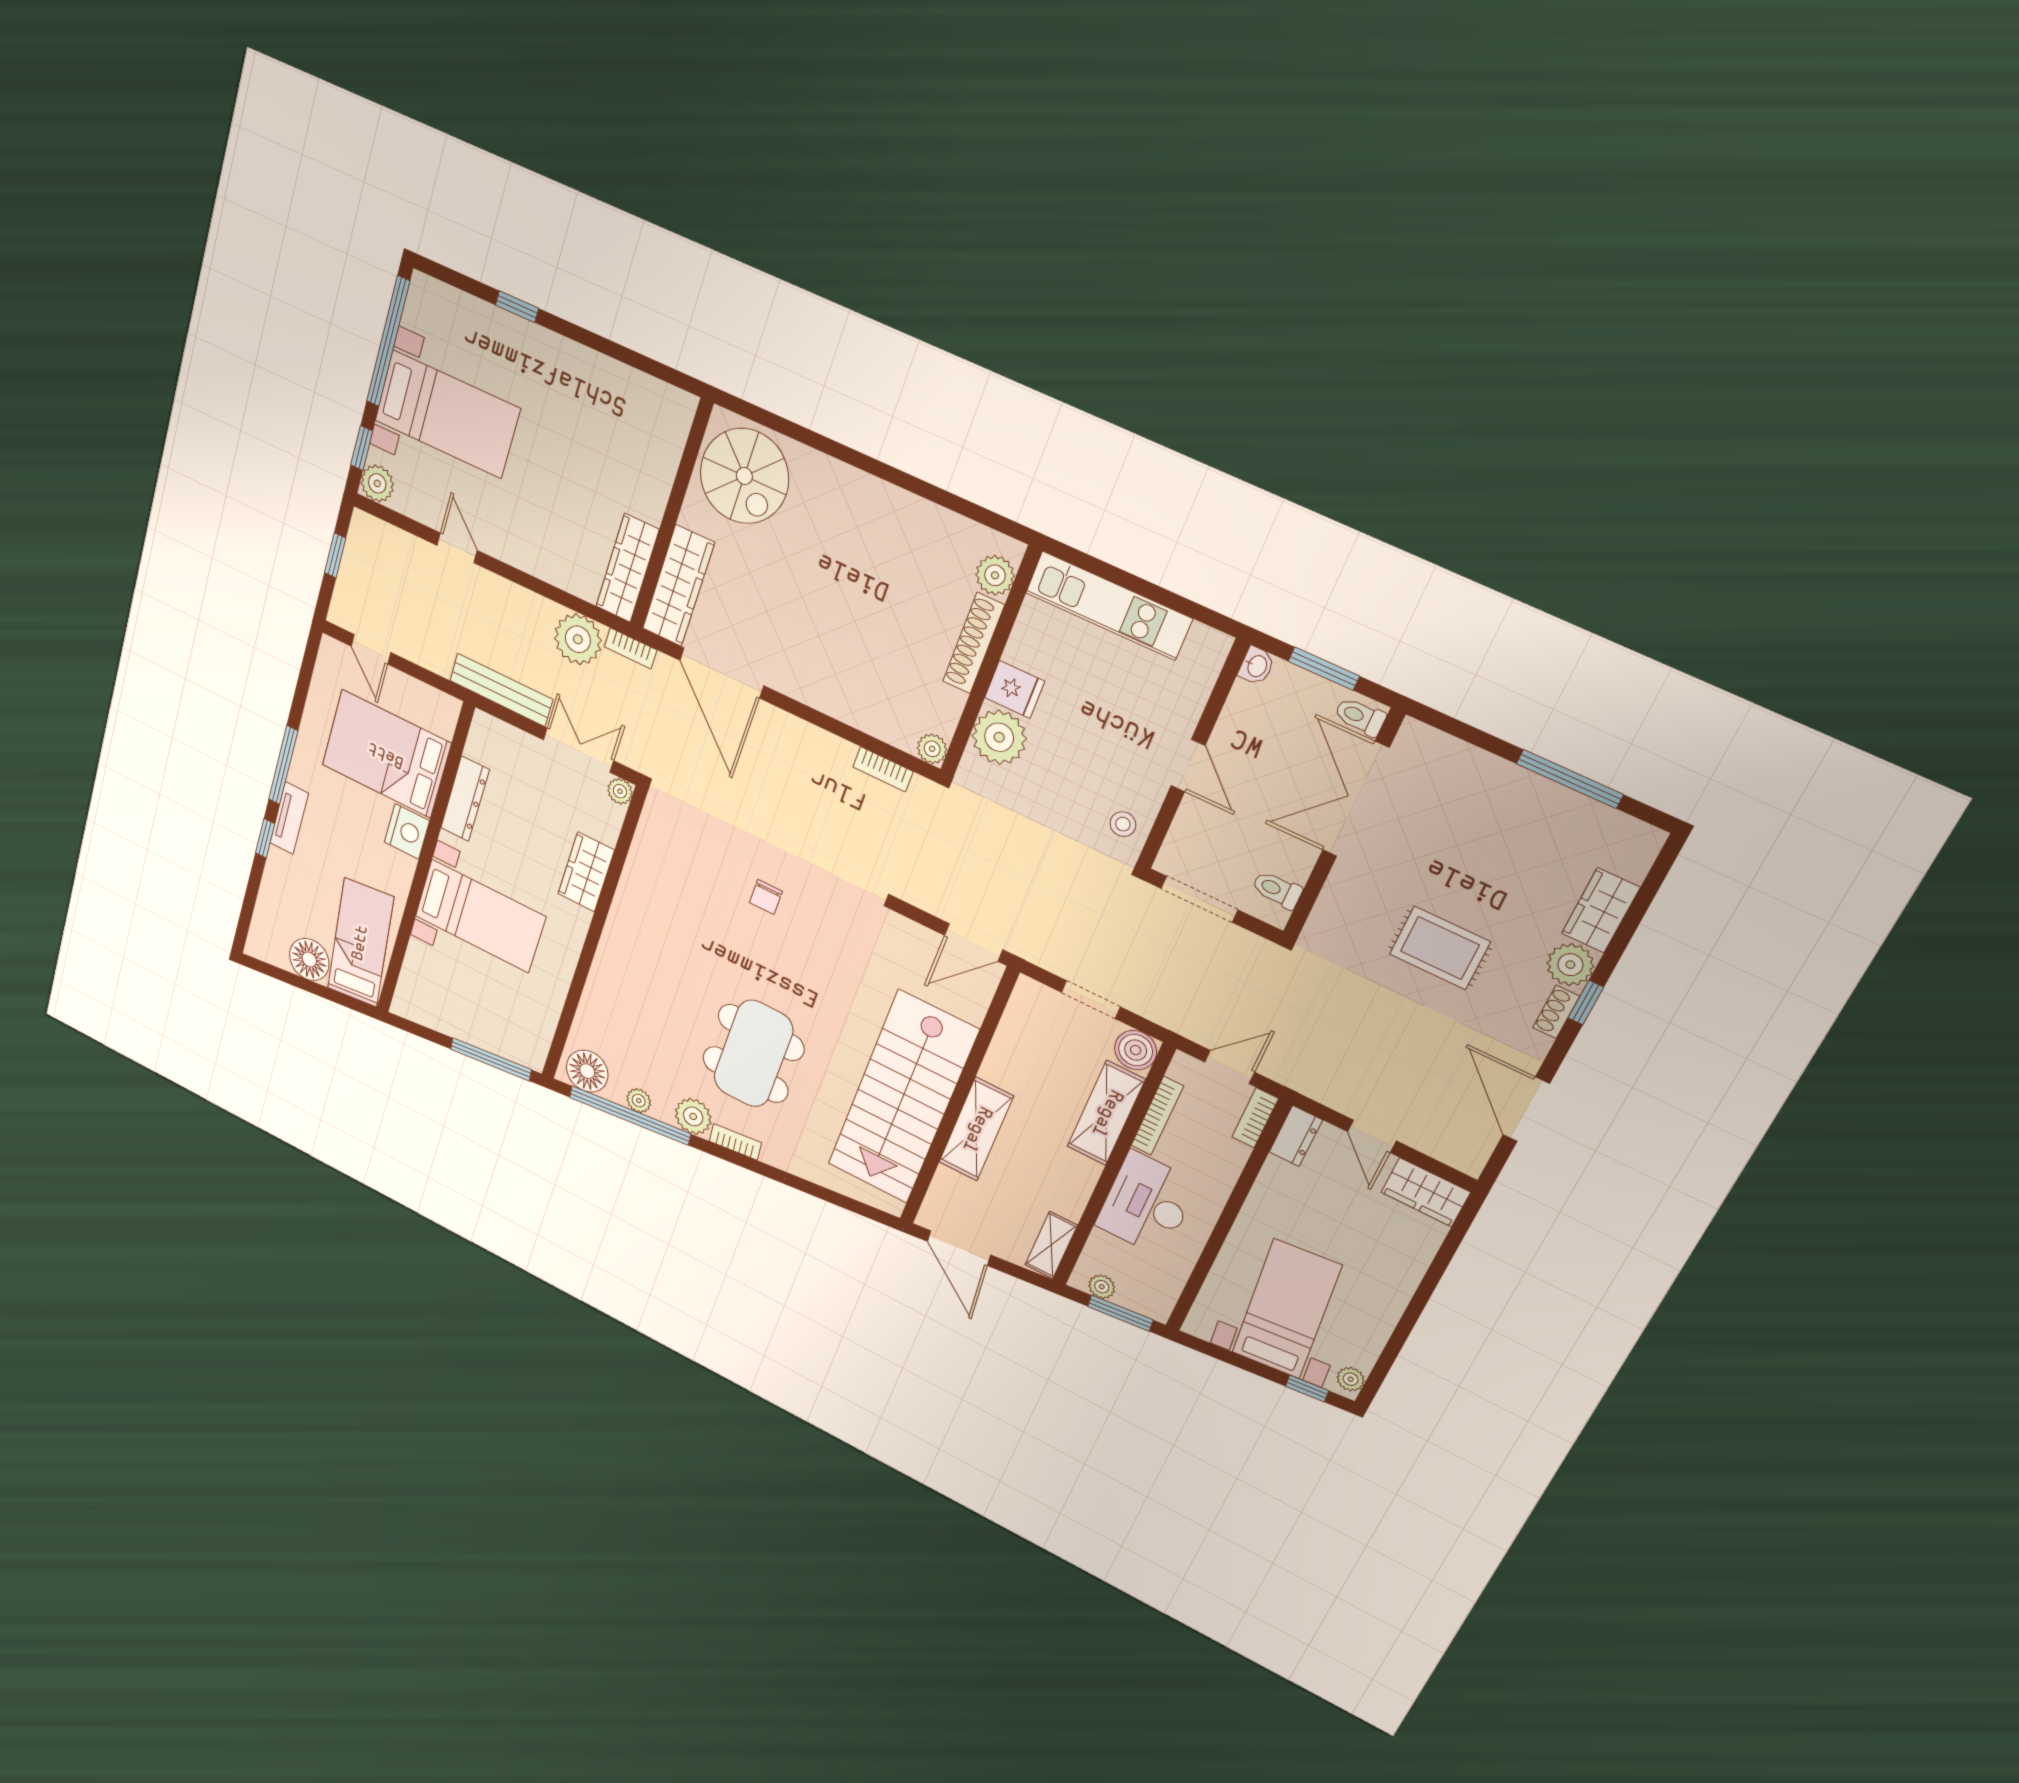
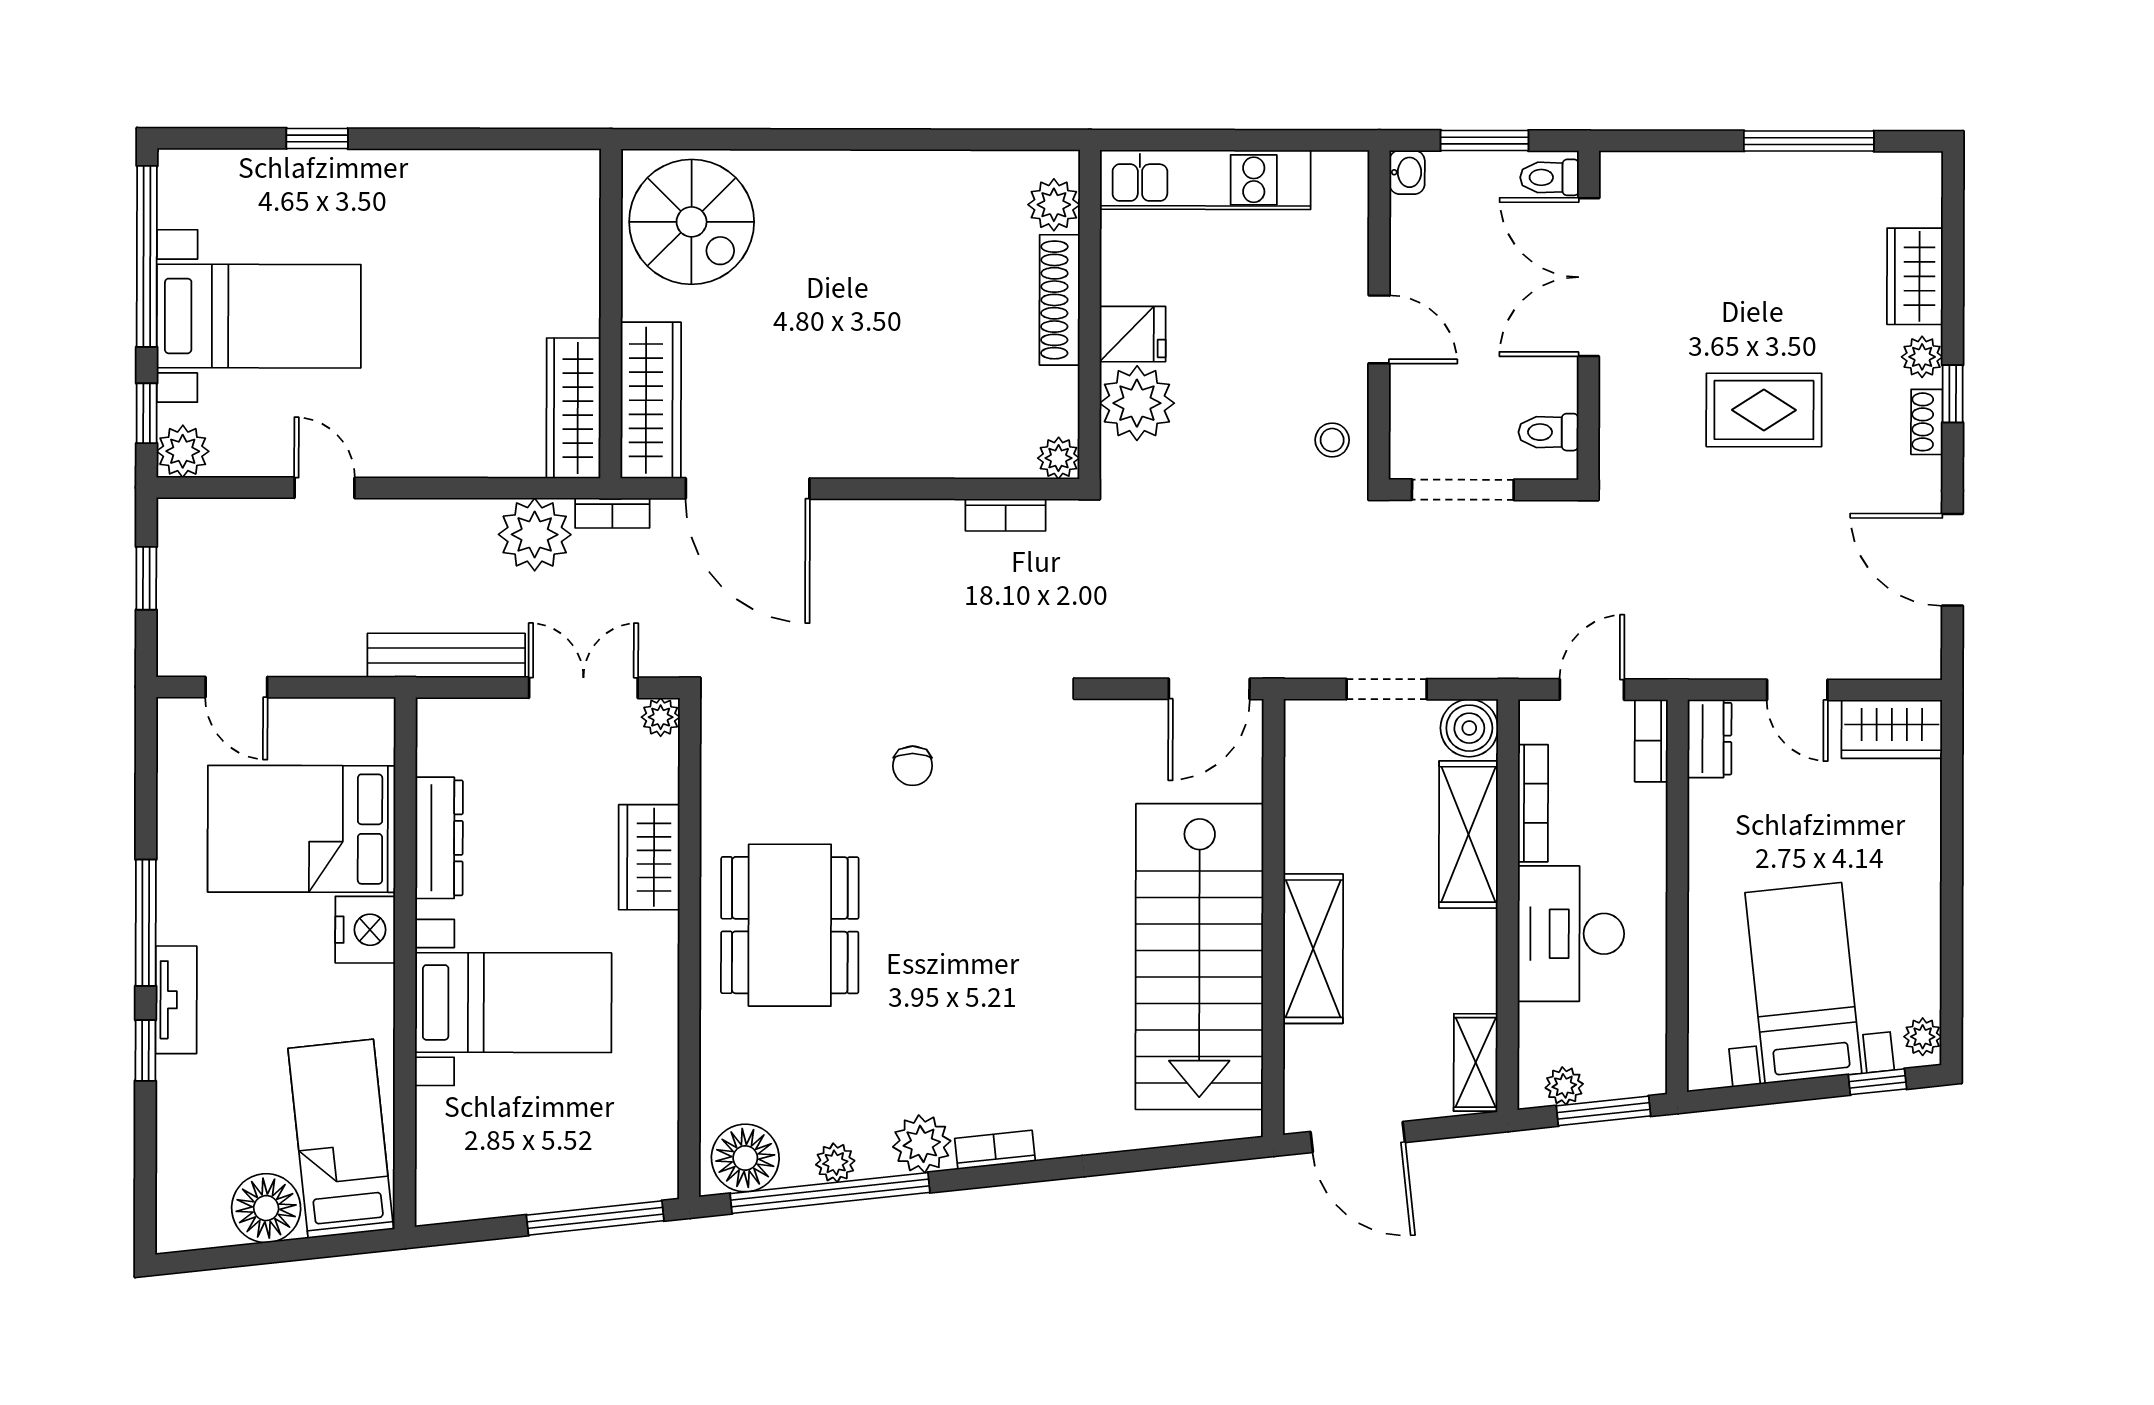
plant: (1570, 965) -> (1922, 357), width x0.73, depth x0.73
dining table: (753, 1054) -> (790, 925), moved

